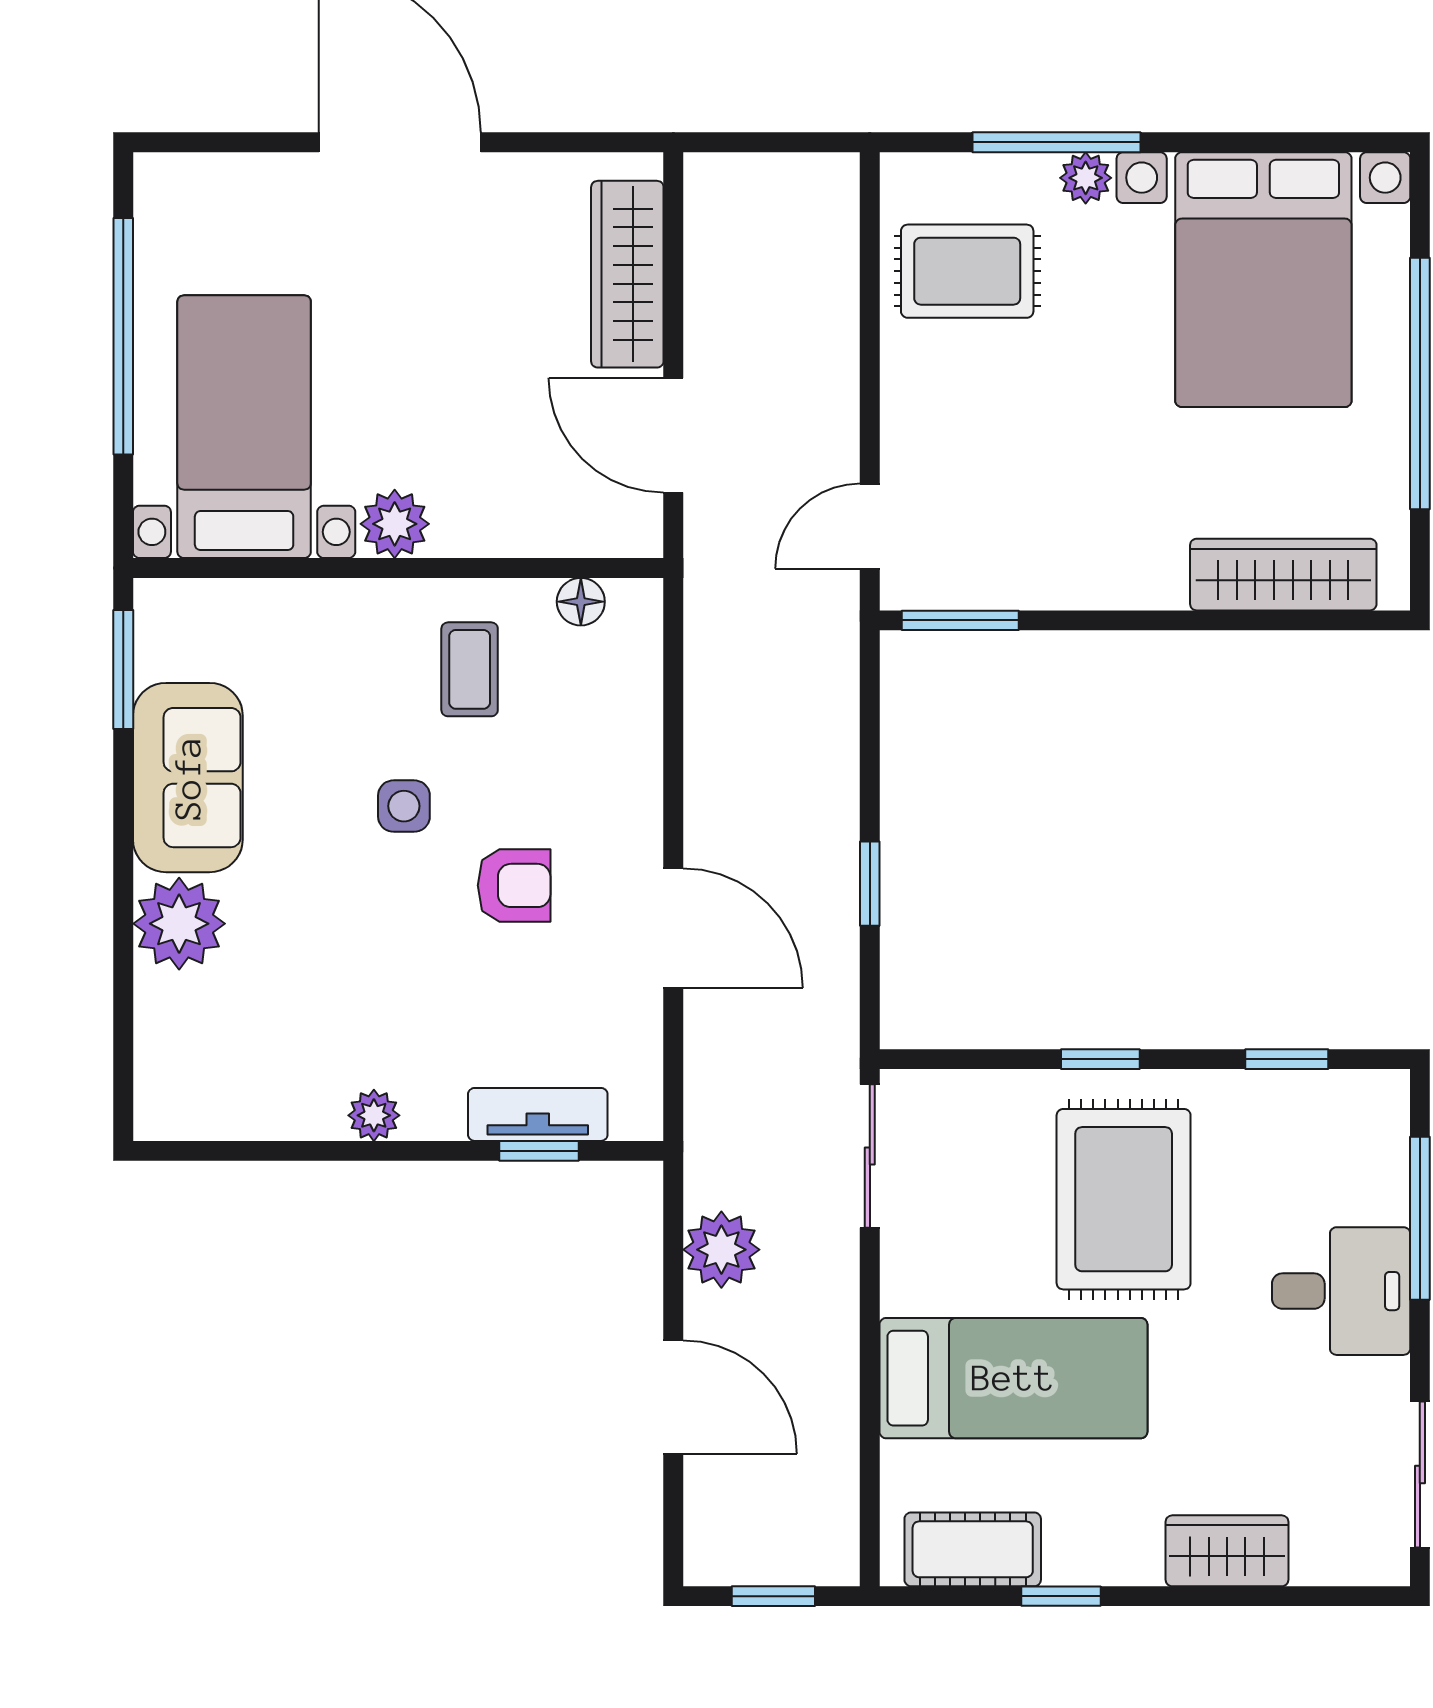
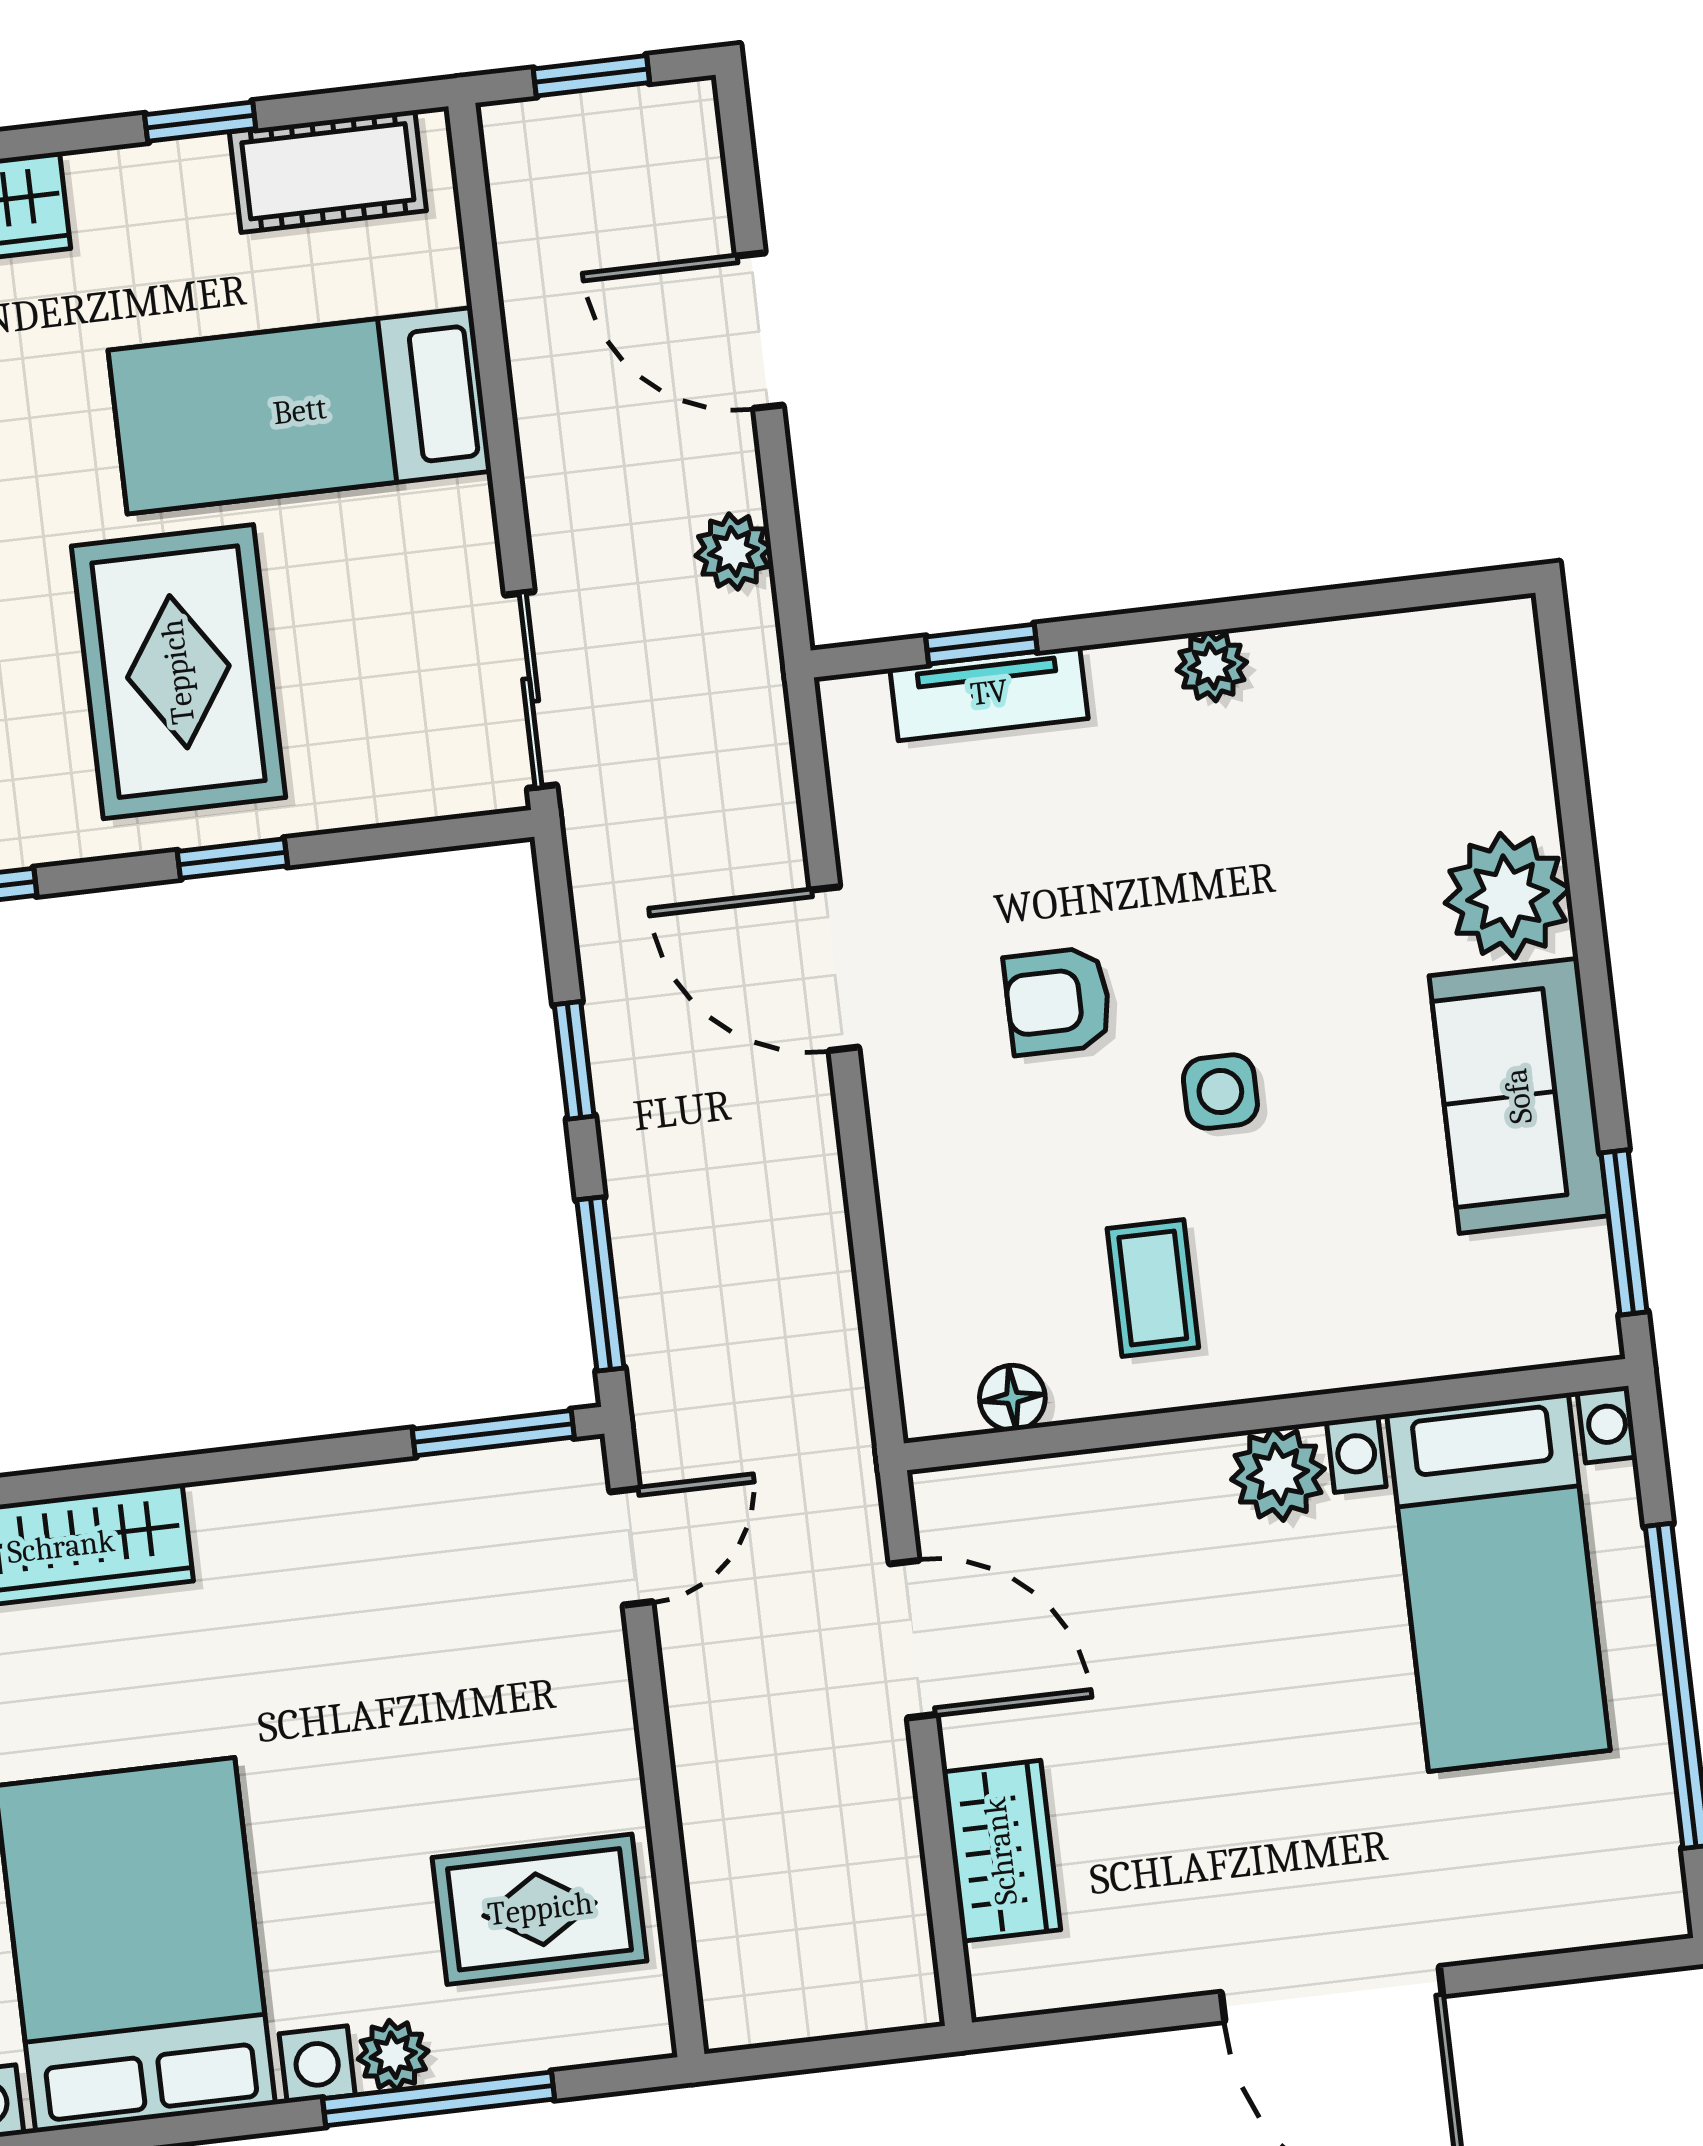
wardrobe: (627, 274) -> (1001, 1851), width x0.67
window: (870, 719) -> (600, 1284), added
plant: (721, 1250) -> (733, 551), width x0.73, depth x0.73

